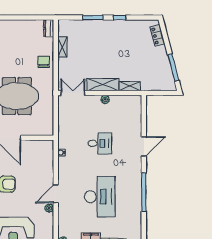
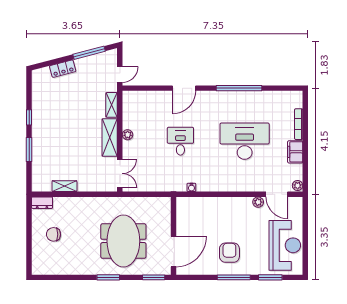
locker: (157, 35) -> (63, 69), moved
chair: (44, 62) -> (53, 234), moved
double door: (73, 93) -> (120, 173), swing flipped
door: (155, 93) -> (120, 75), added
door: (144, 146) -> (184, 88), swing flipped
door: (56, 194) -> (277, 194), moved

